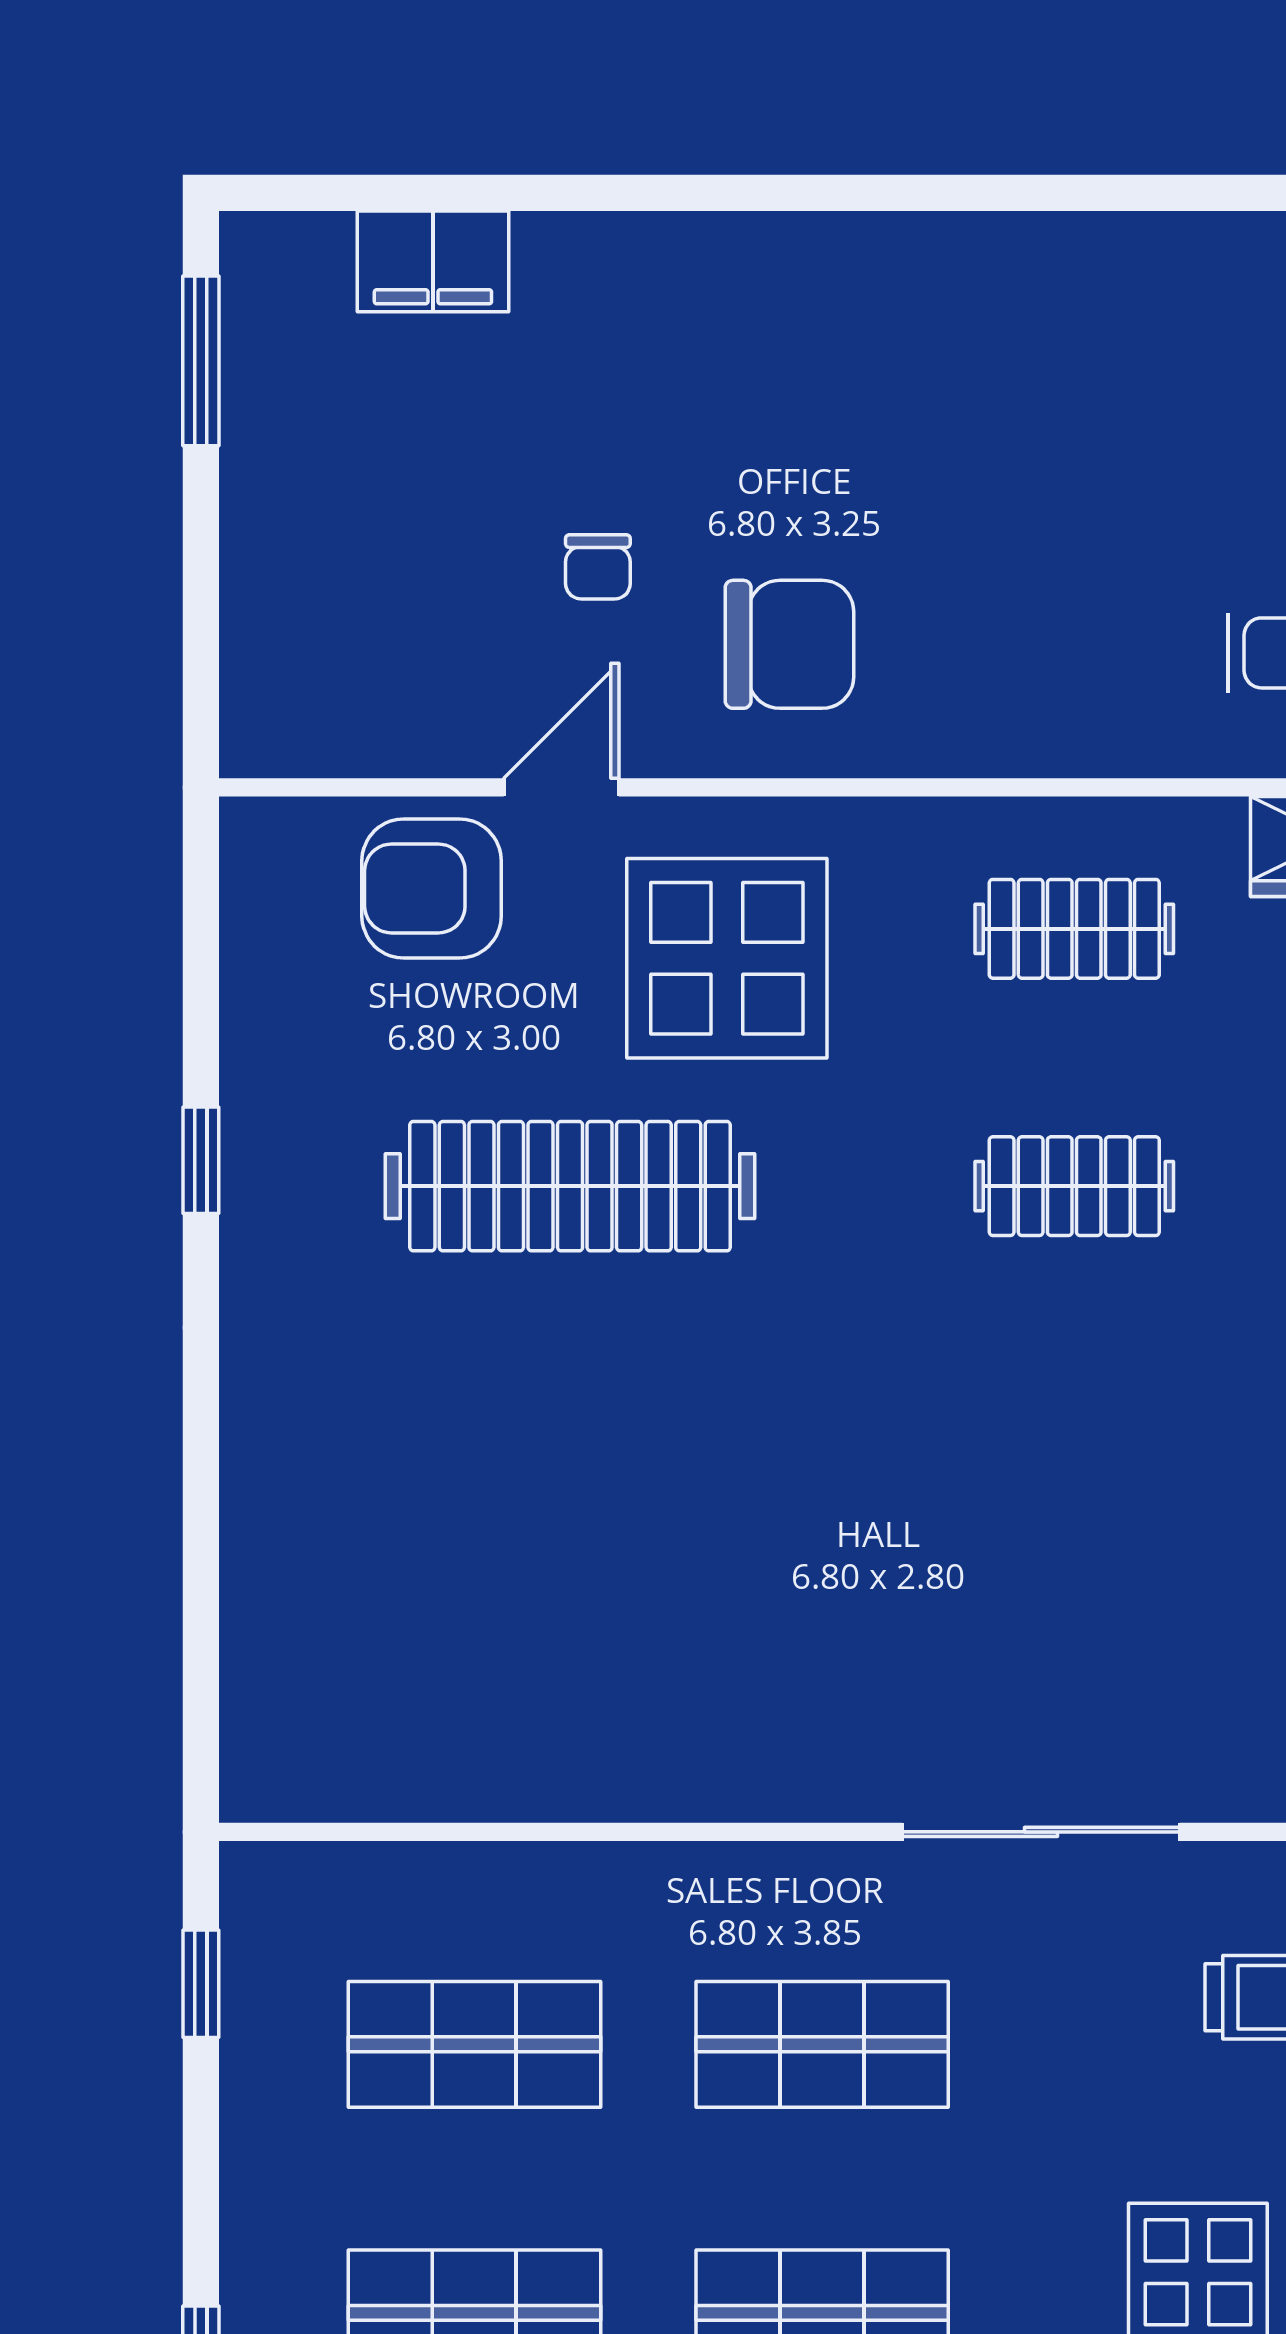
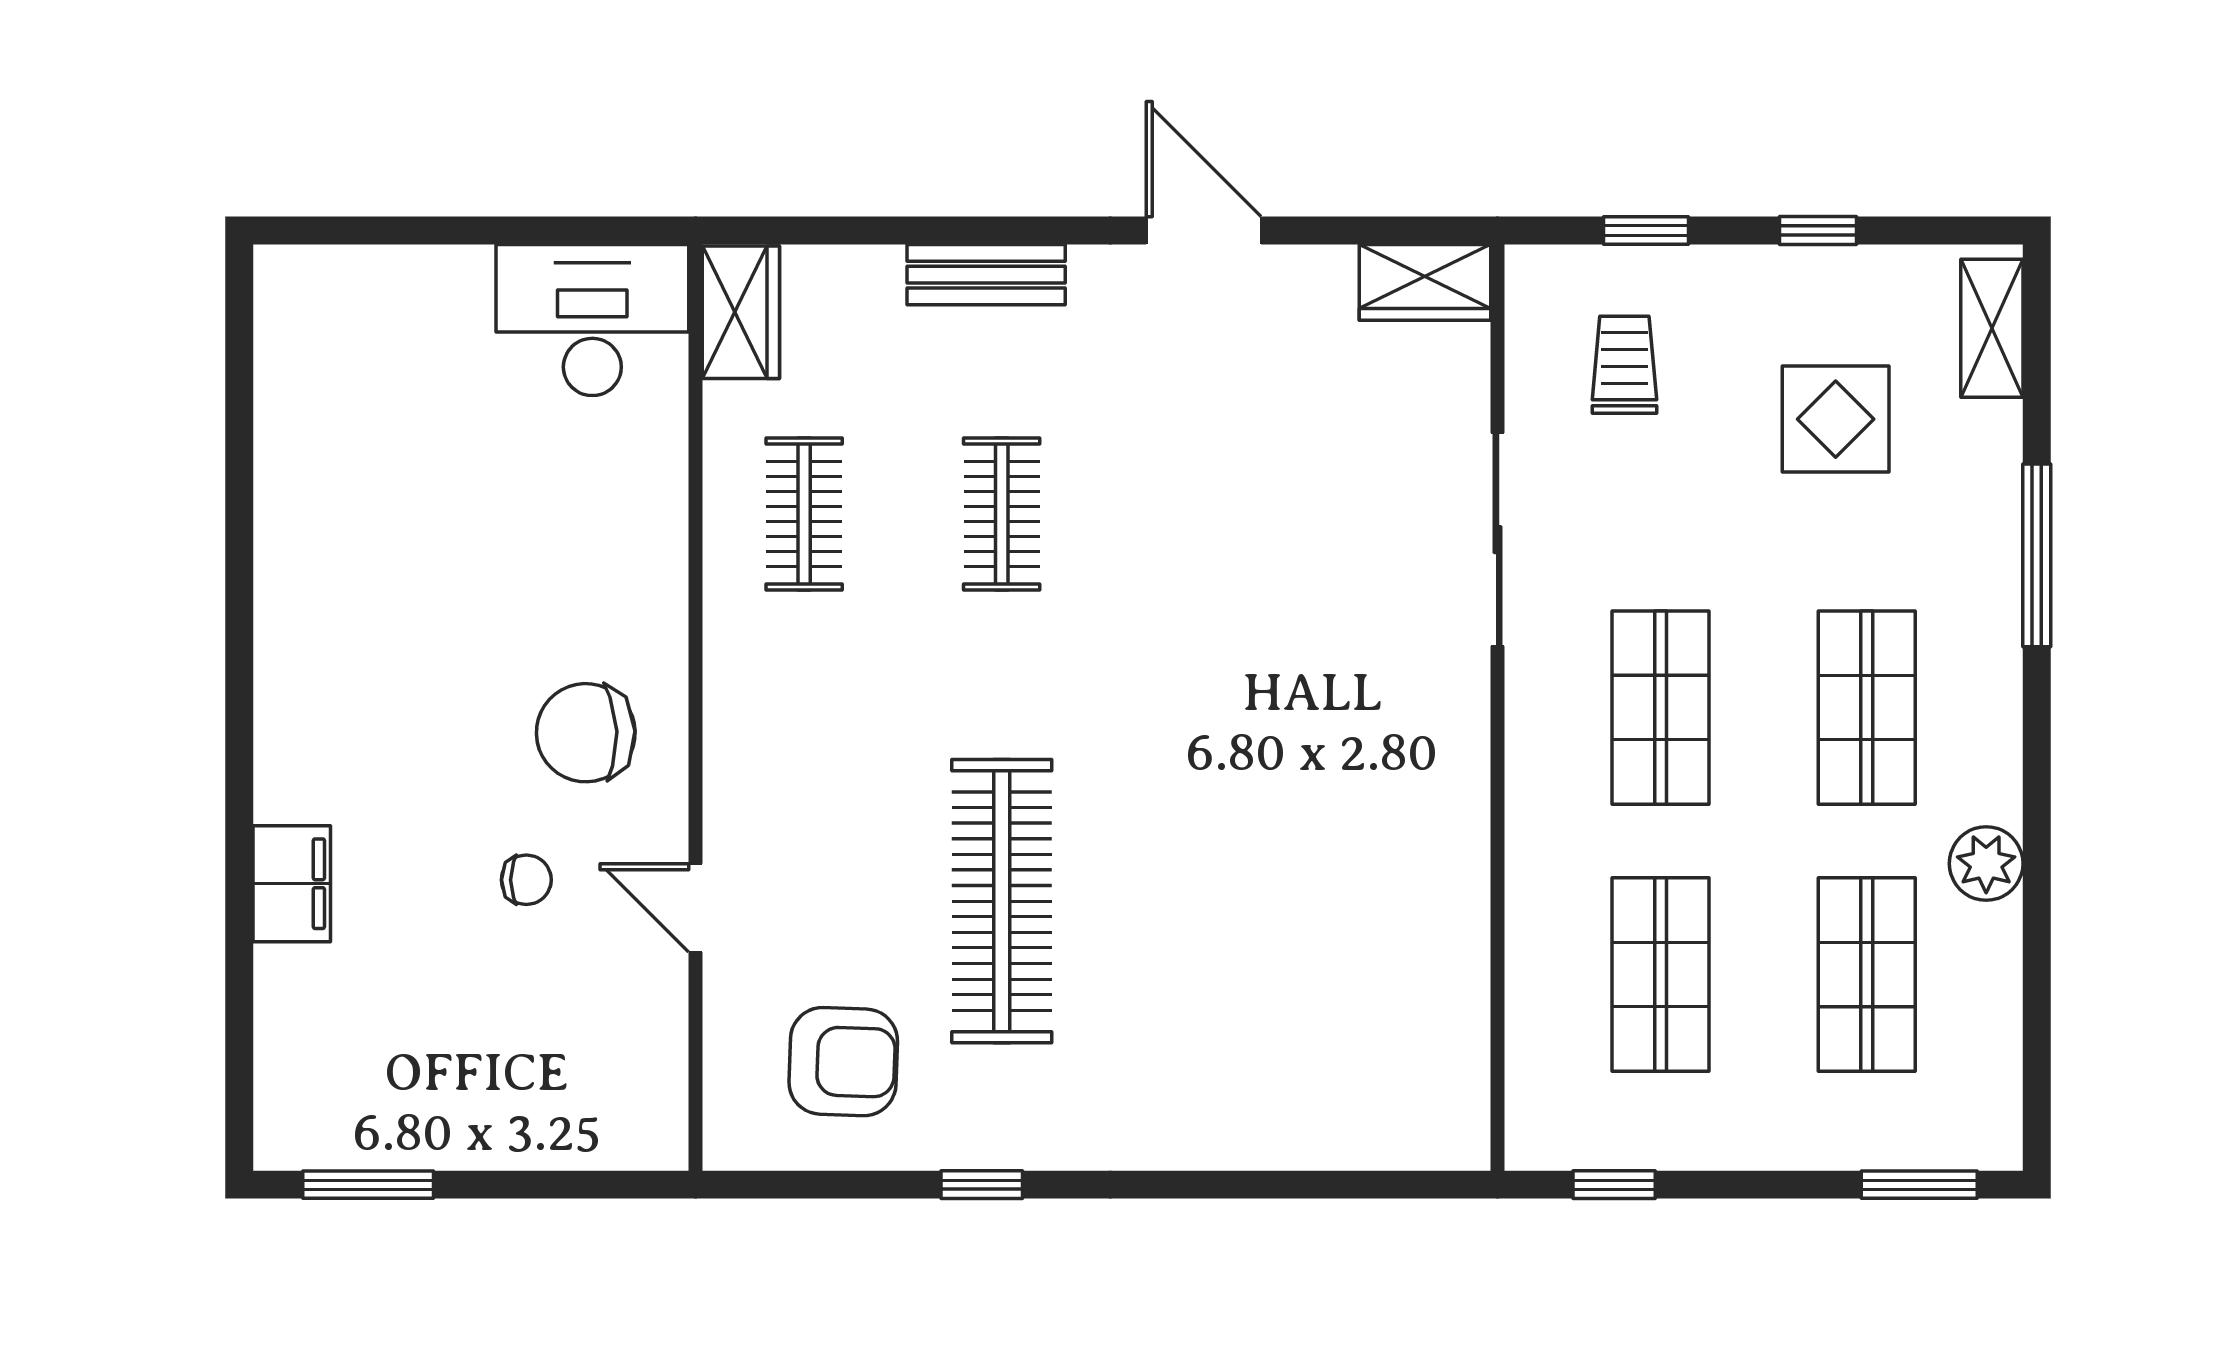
filing cabinet: (433, 261) -> (292, 884), moved
chair: (789, 644) -> (586, 733), turned -92
armchair: (432, 888) -> (843, 1062), moved, turned -88
display table: (727, 958) -> (827, 781), removed

